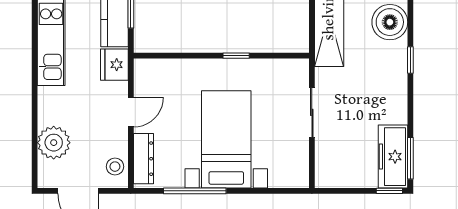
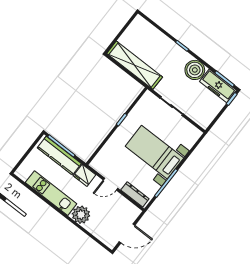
boiler: (390, 22) -> (195, 70), moved
door: (131, 112) -> (111, 184), swing flipped
plant: (54, 143) -> (81, 215), moved
stool: (115, 167) -> (129, 209), removed

